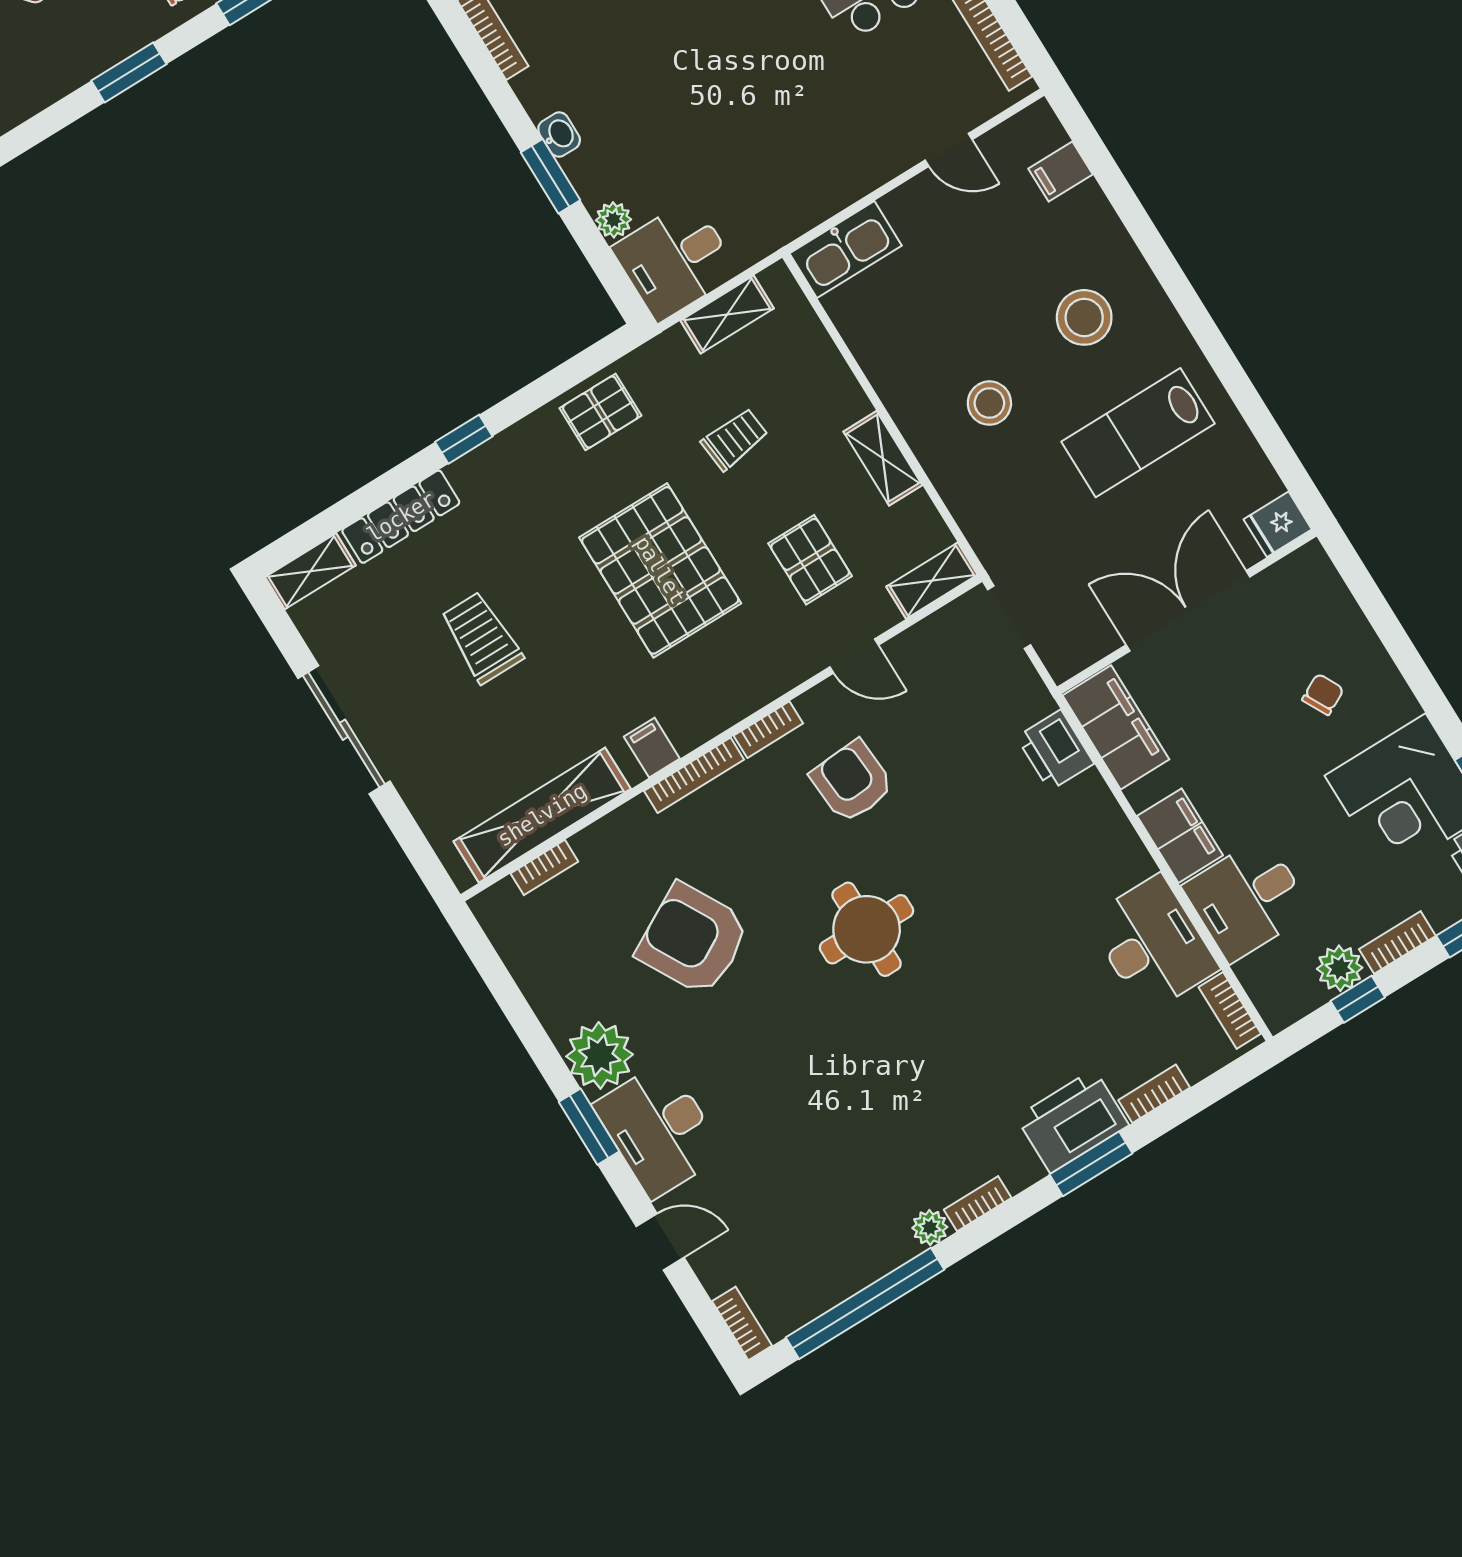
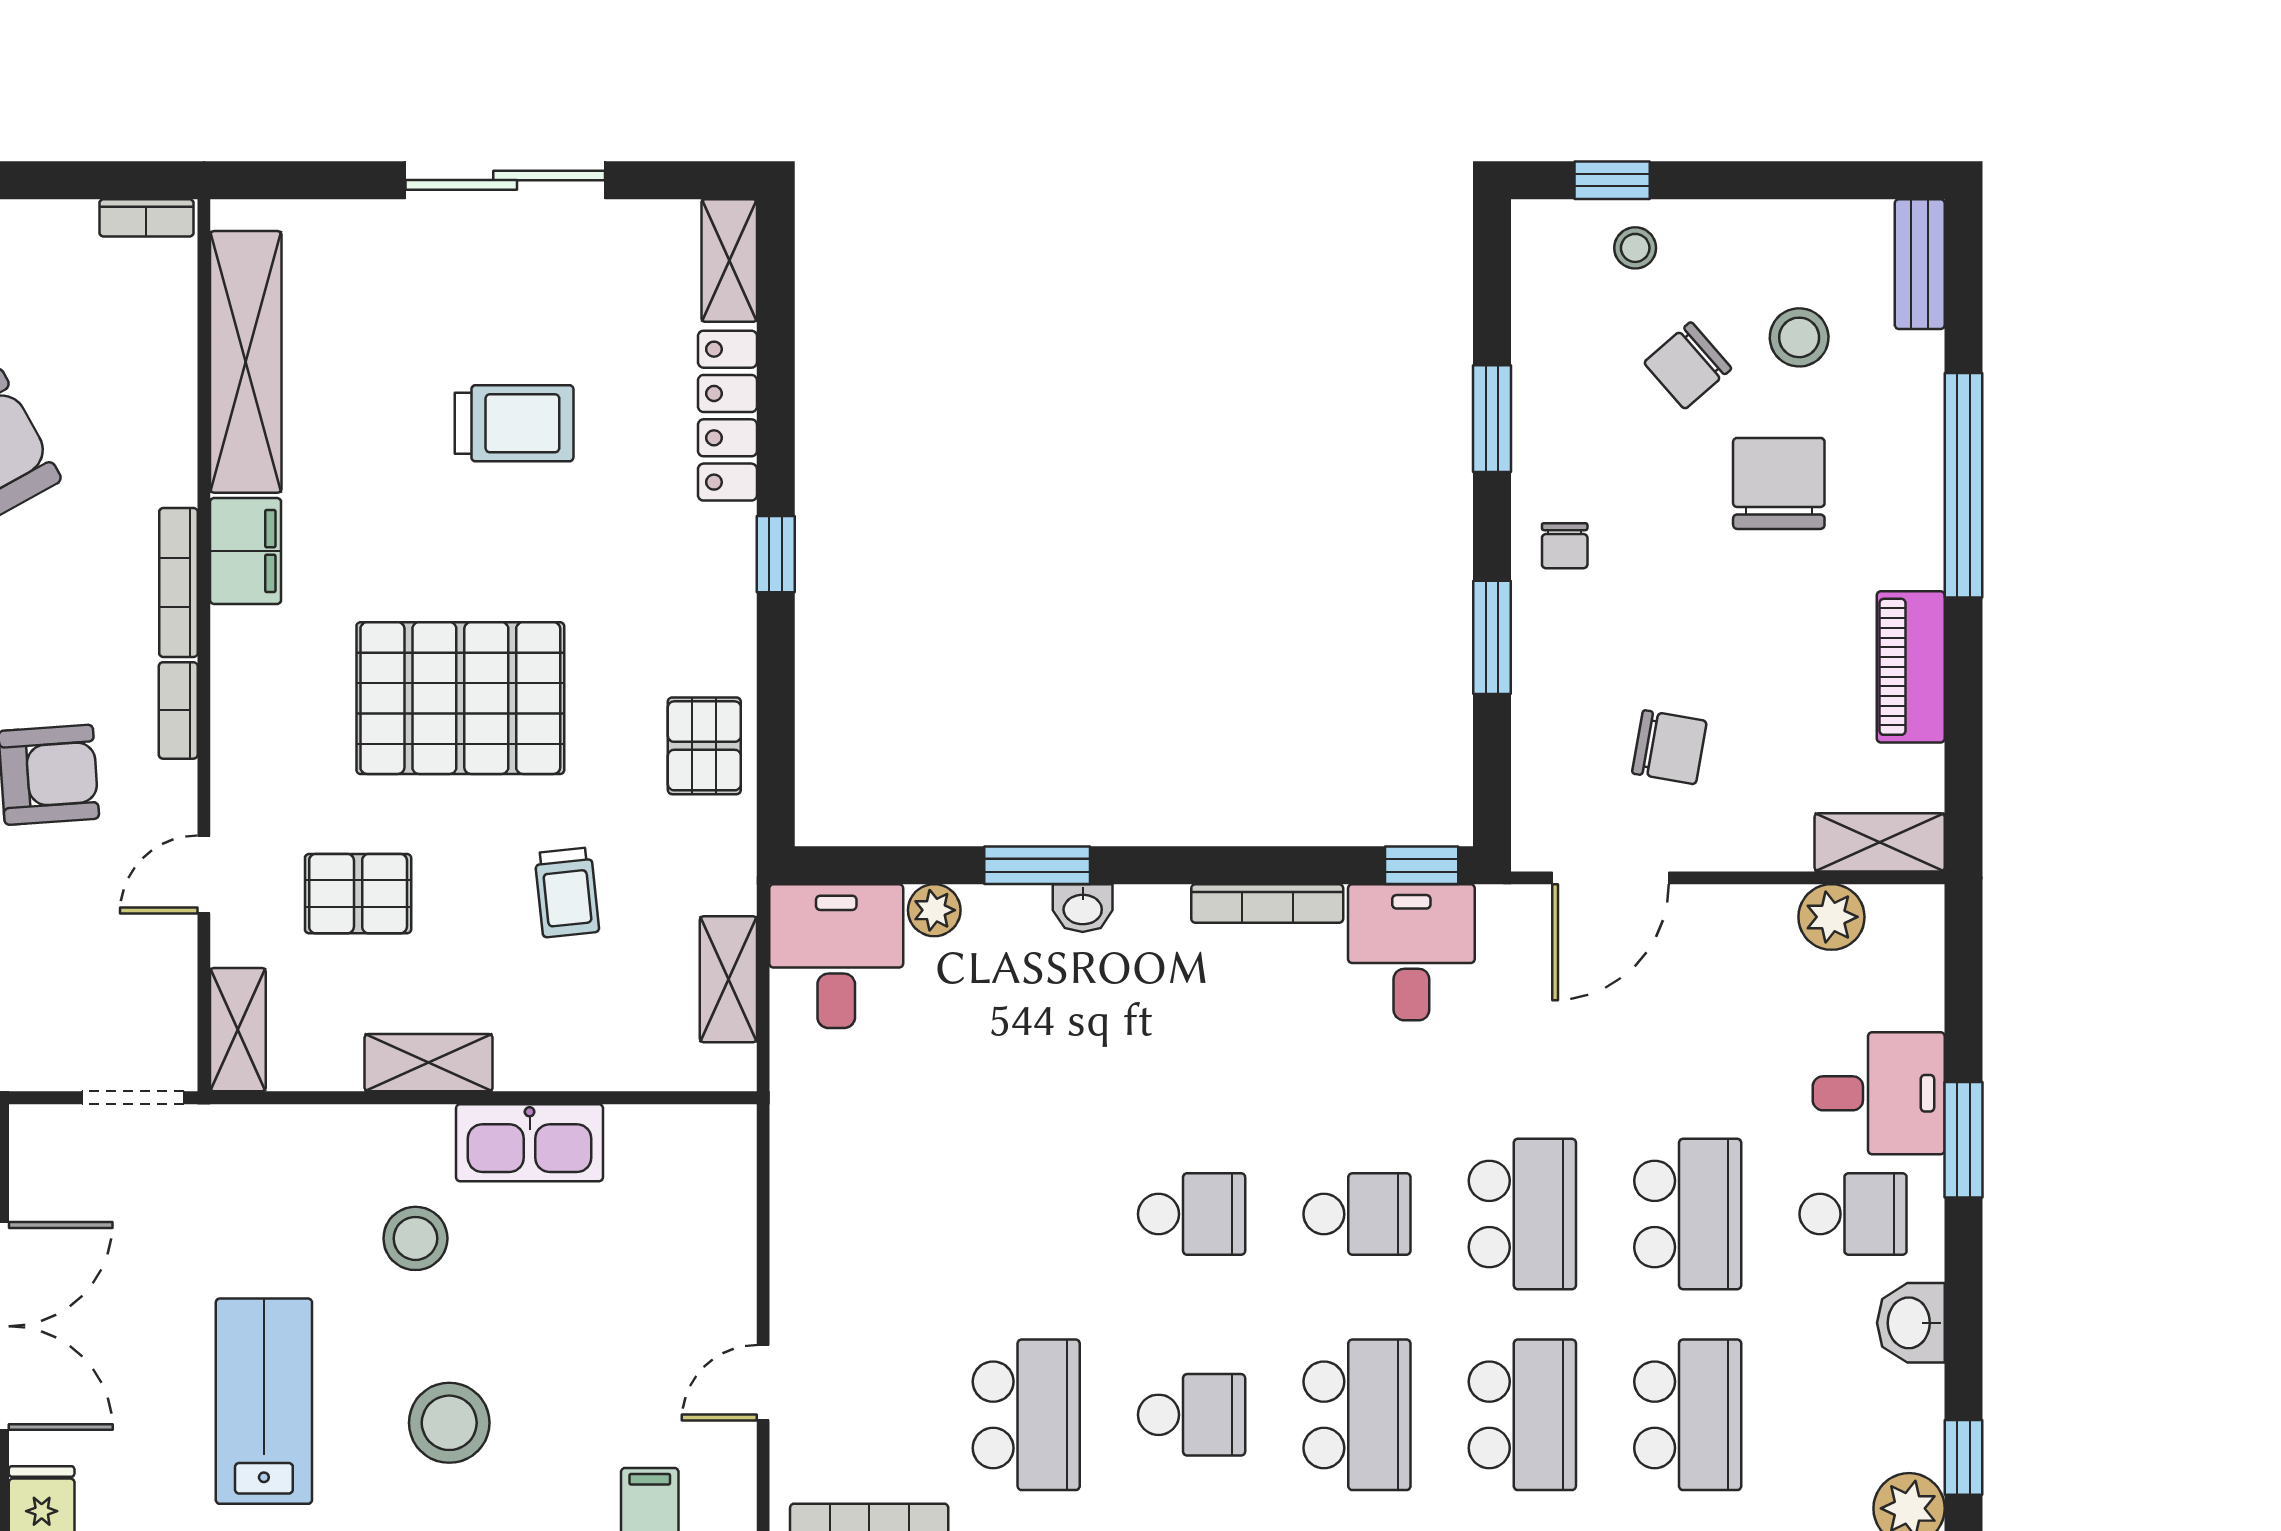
kitchen sink: (846, 249) -> (530, 1143), moved, turned -90
filing cabinet: (652, 748) -> (246, 551), width x2.00
bookcase: (544, 867) -> (146, 218), moved, turned -90

